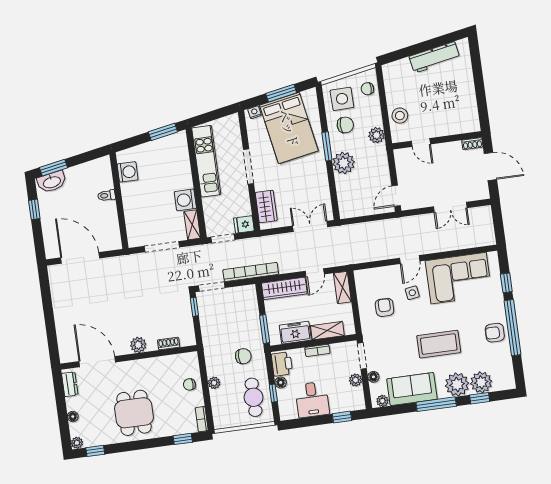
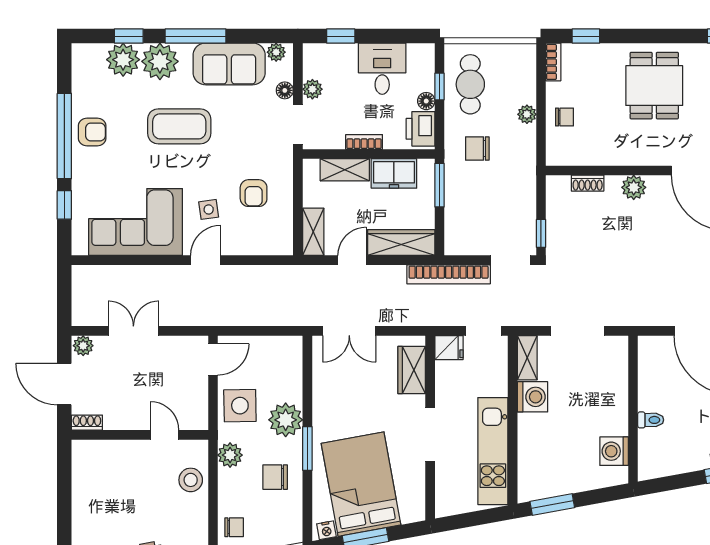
side table: (342, 99) -> (240, 406), moved
nightstand: (255, 112) -> (326, 530), moved
plant: (482, 193) -> (83, 346), added

